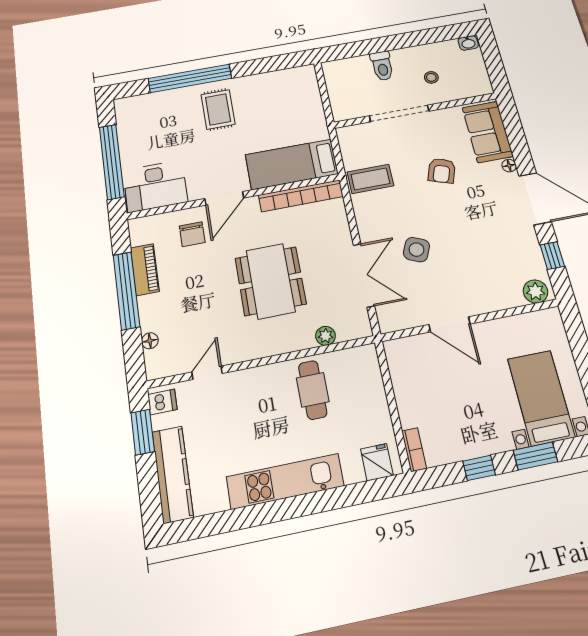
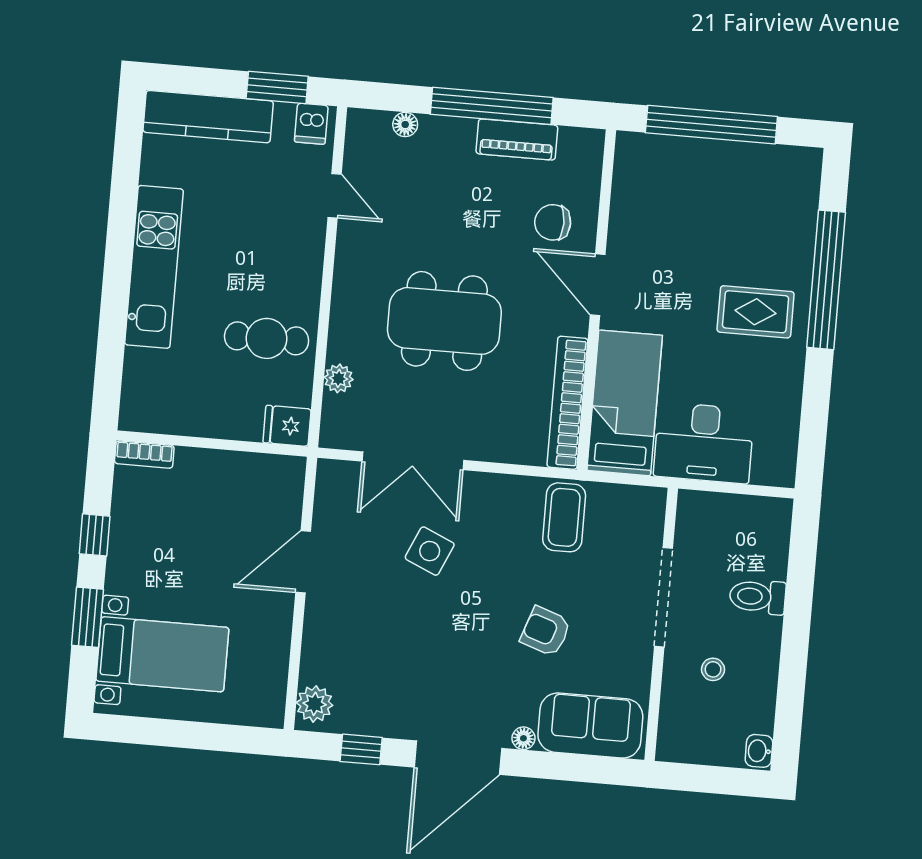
desk: (155, 186) -> (704, 443), moved, turned -90
fridge: (377, 462) -> (287, 426), moved, turned 180

